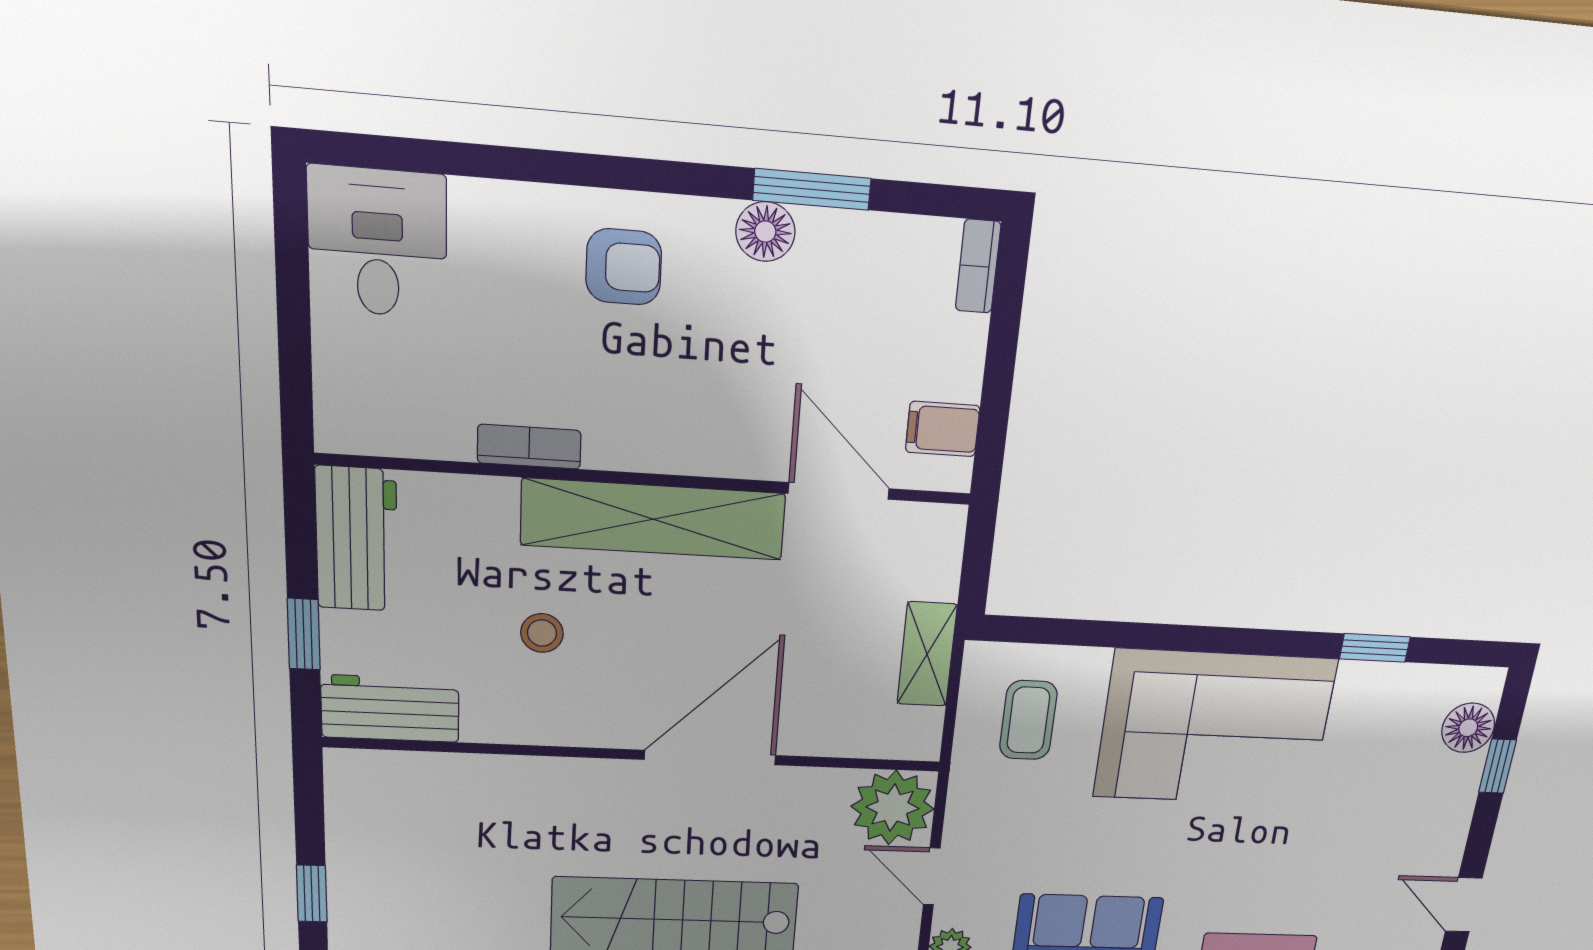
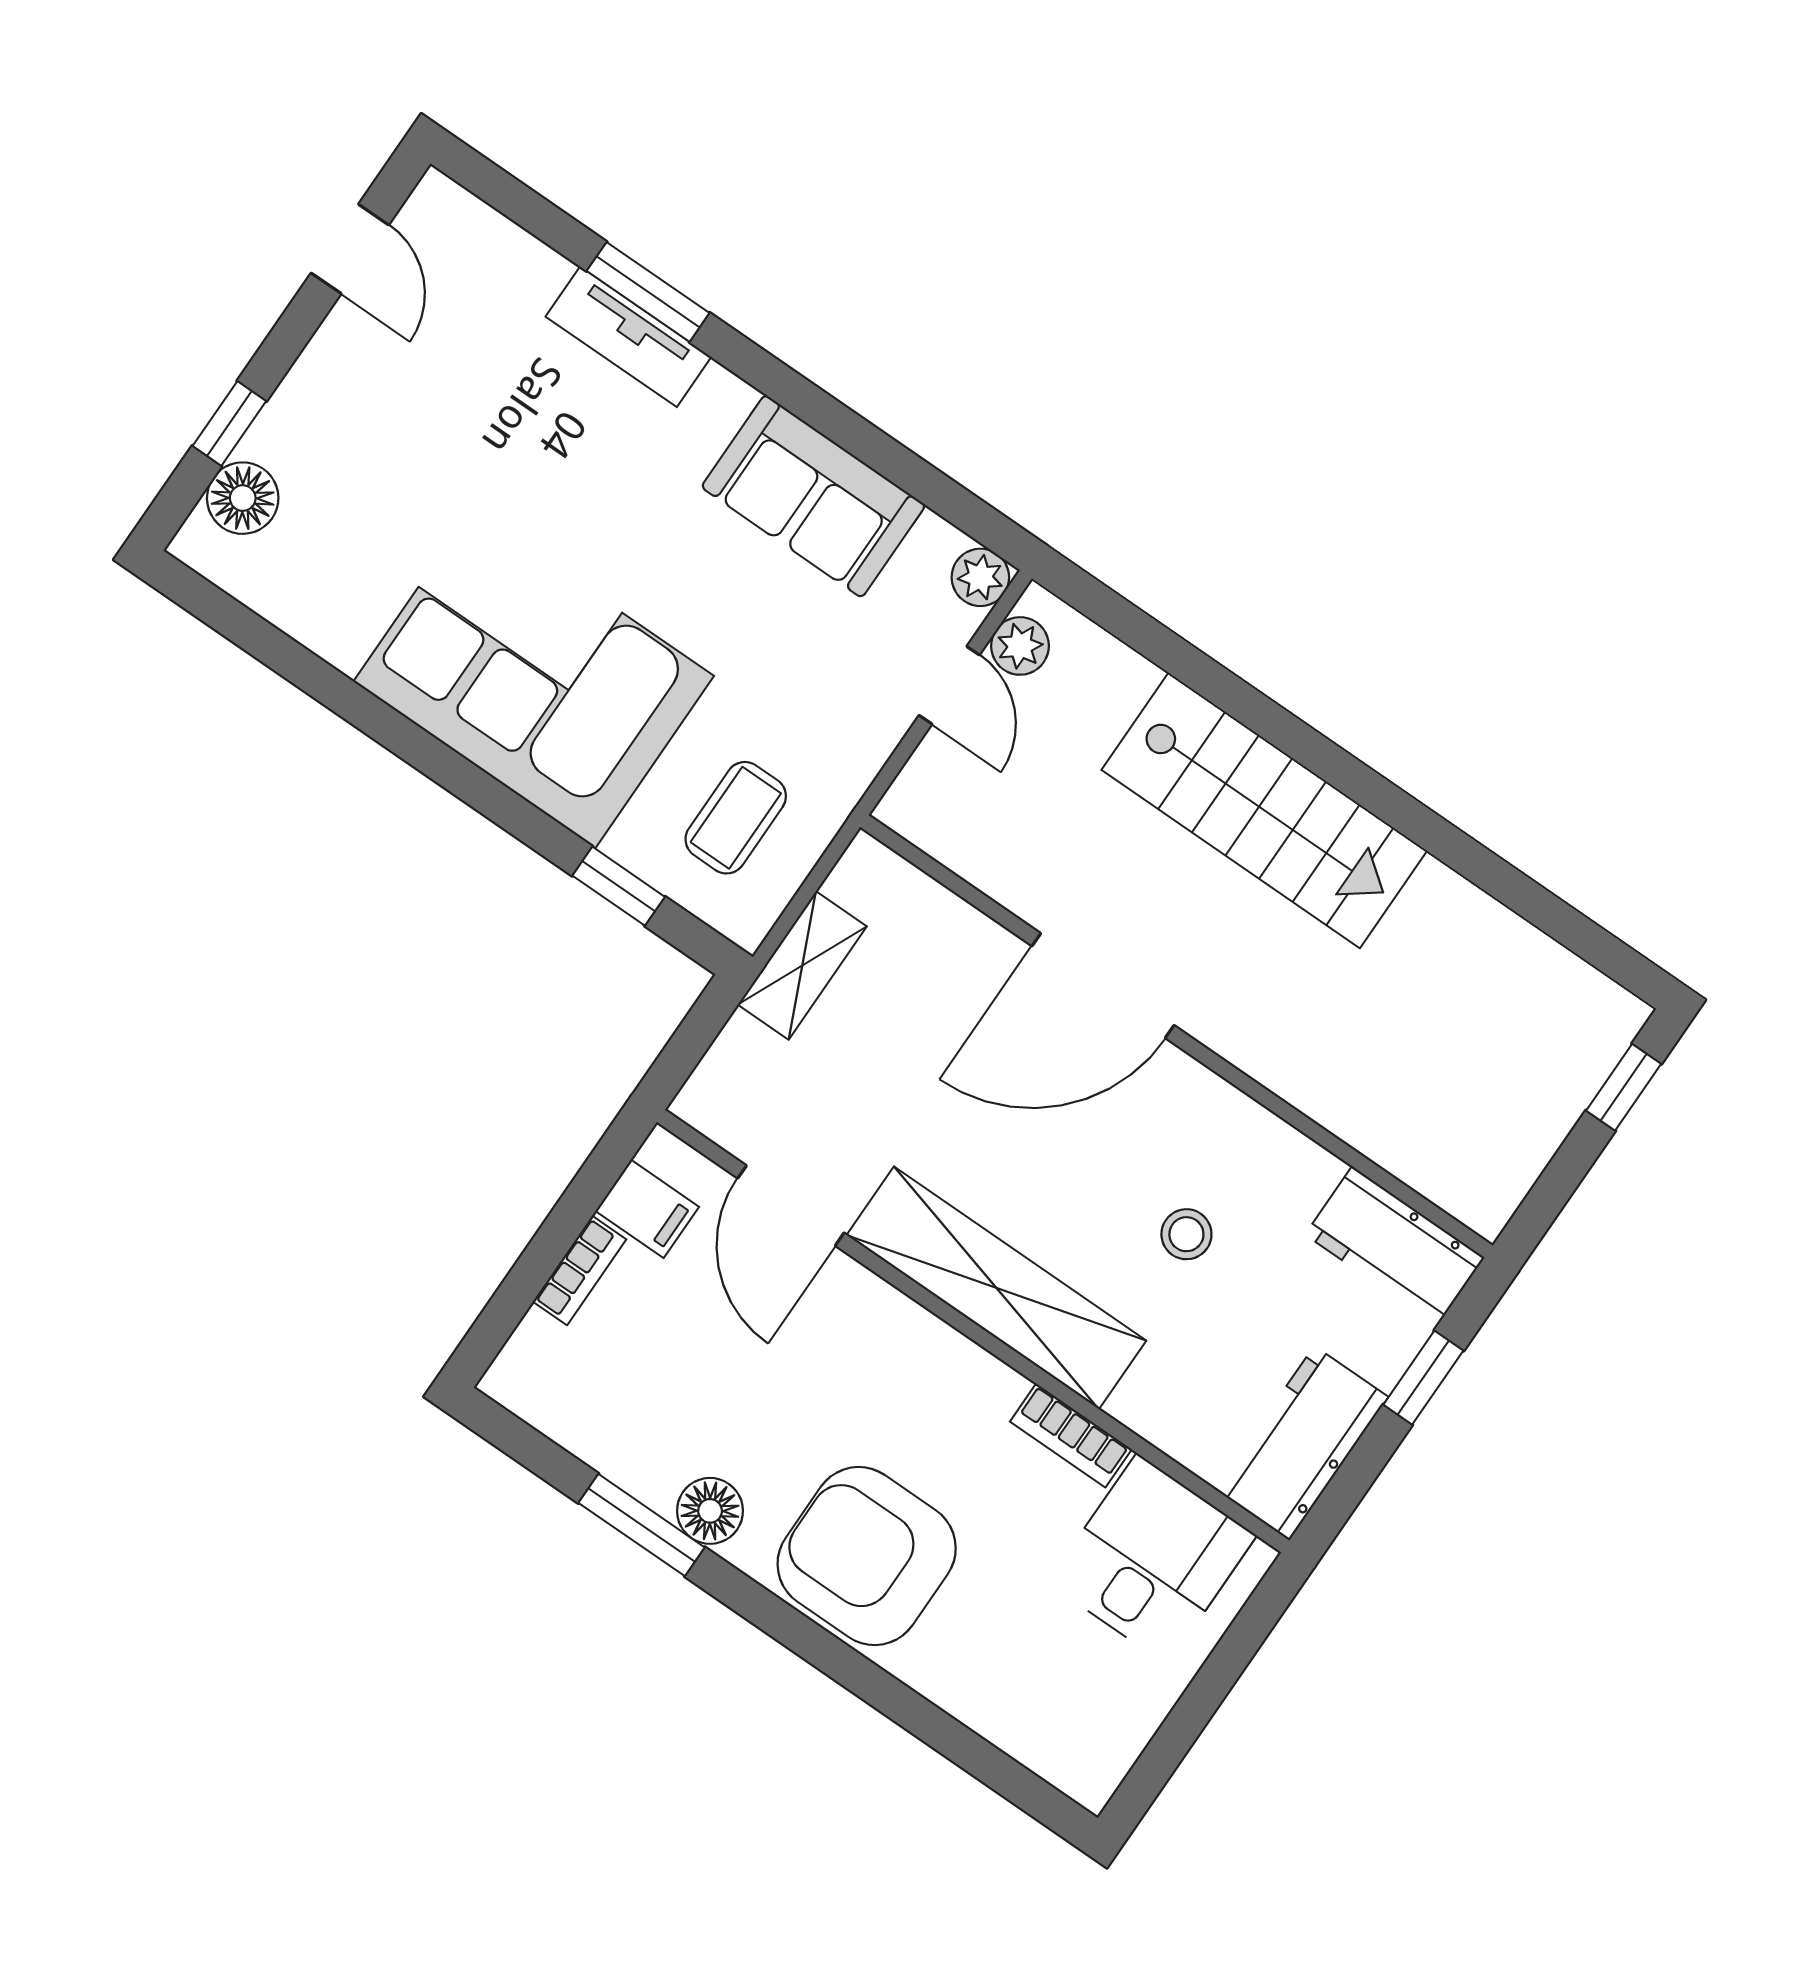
desk: (378, 242) -> (1152, 1559), moved, turned 180
bookcase: (978, 266) -> (580, 1270), moved
armchair: (624, 267) -> (867, 1556), width x1.88, depth x1.88
window: (1375, 648) -> (619, 886), moved
plant: (892, 808) -> (1020, 646), moved, width x0.53, depth x0.53

